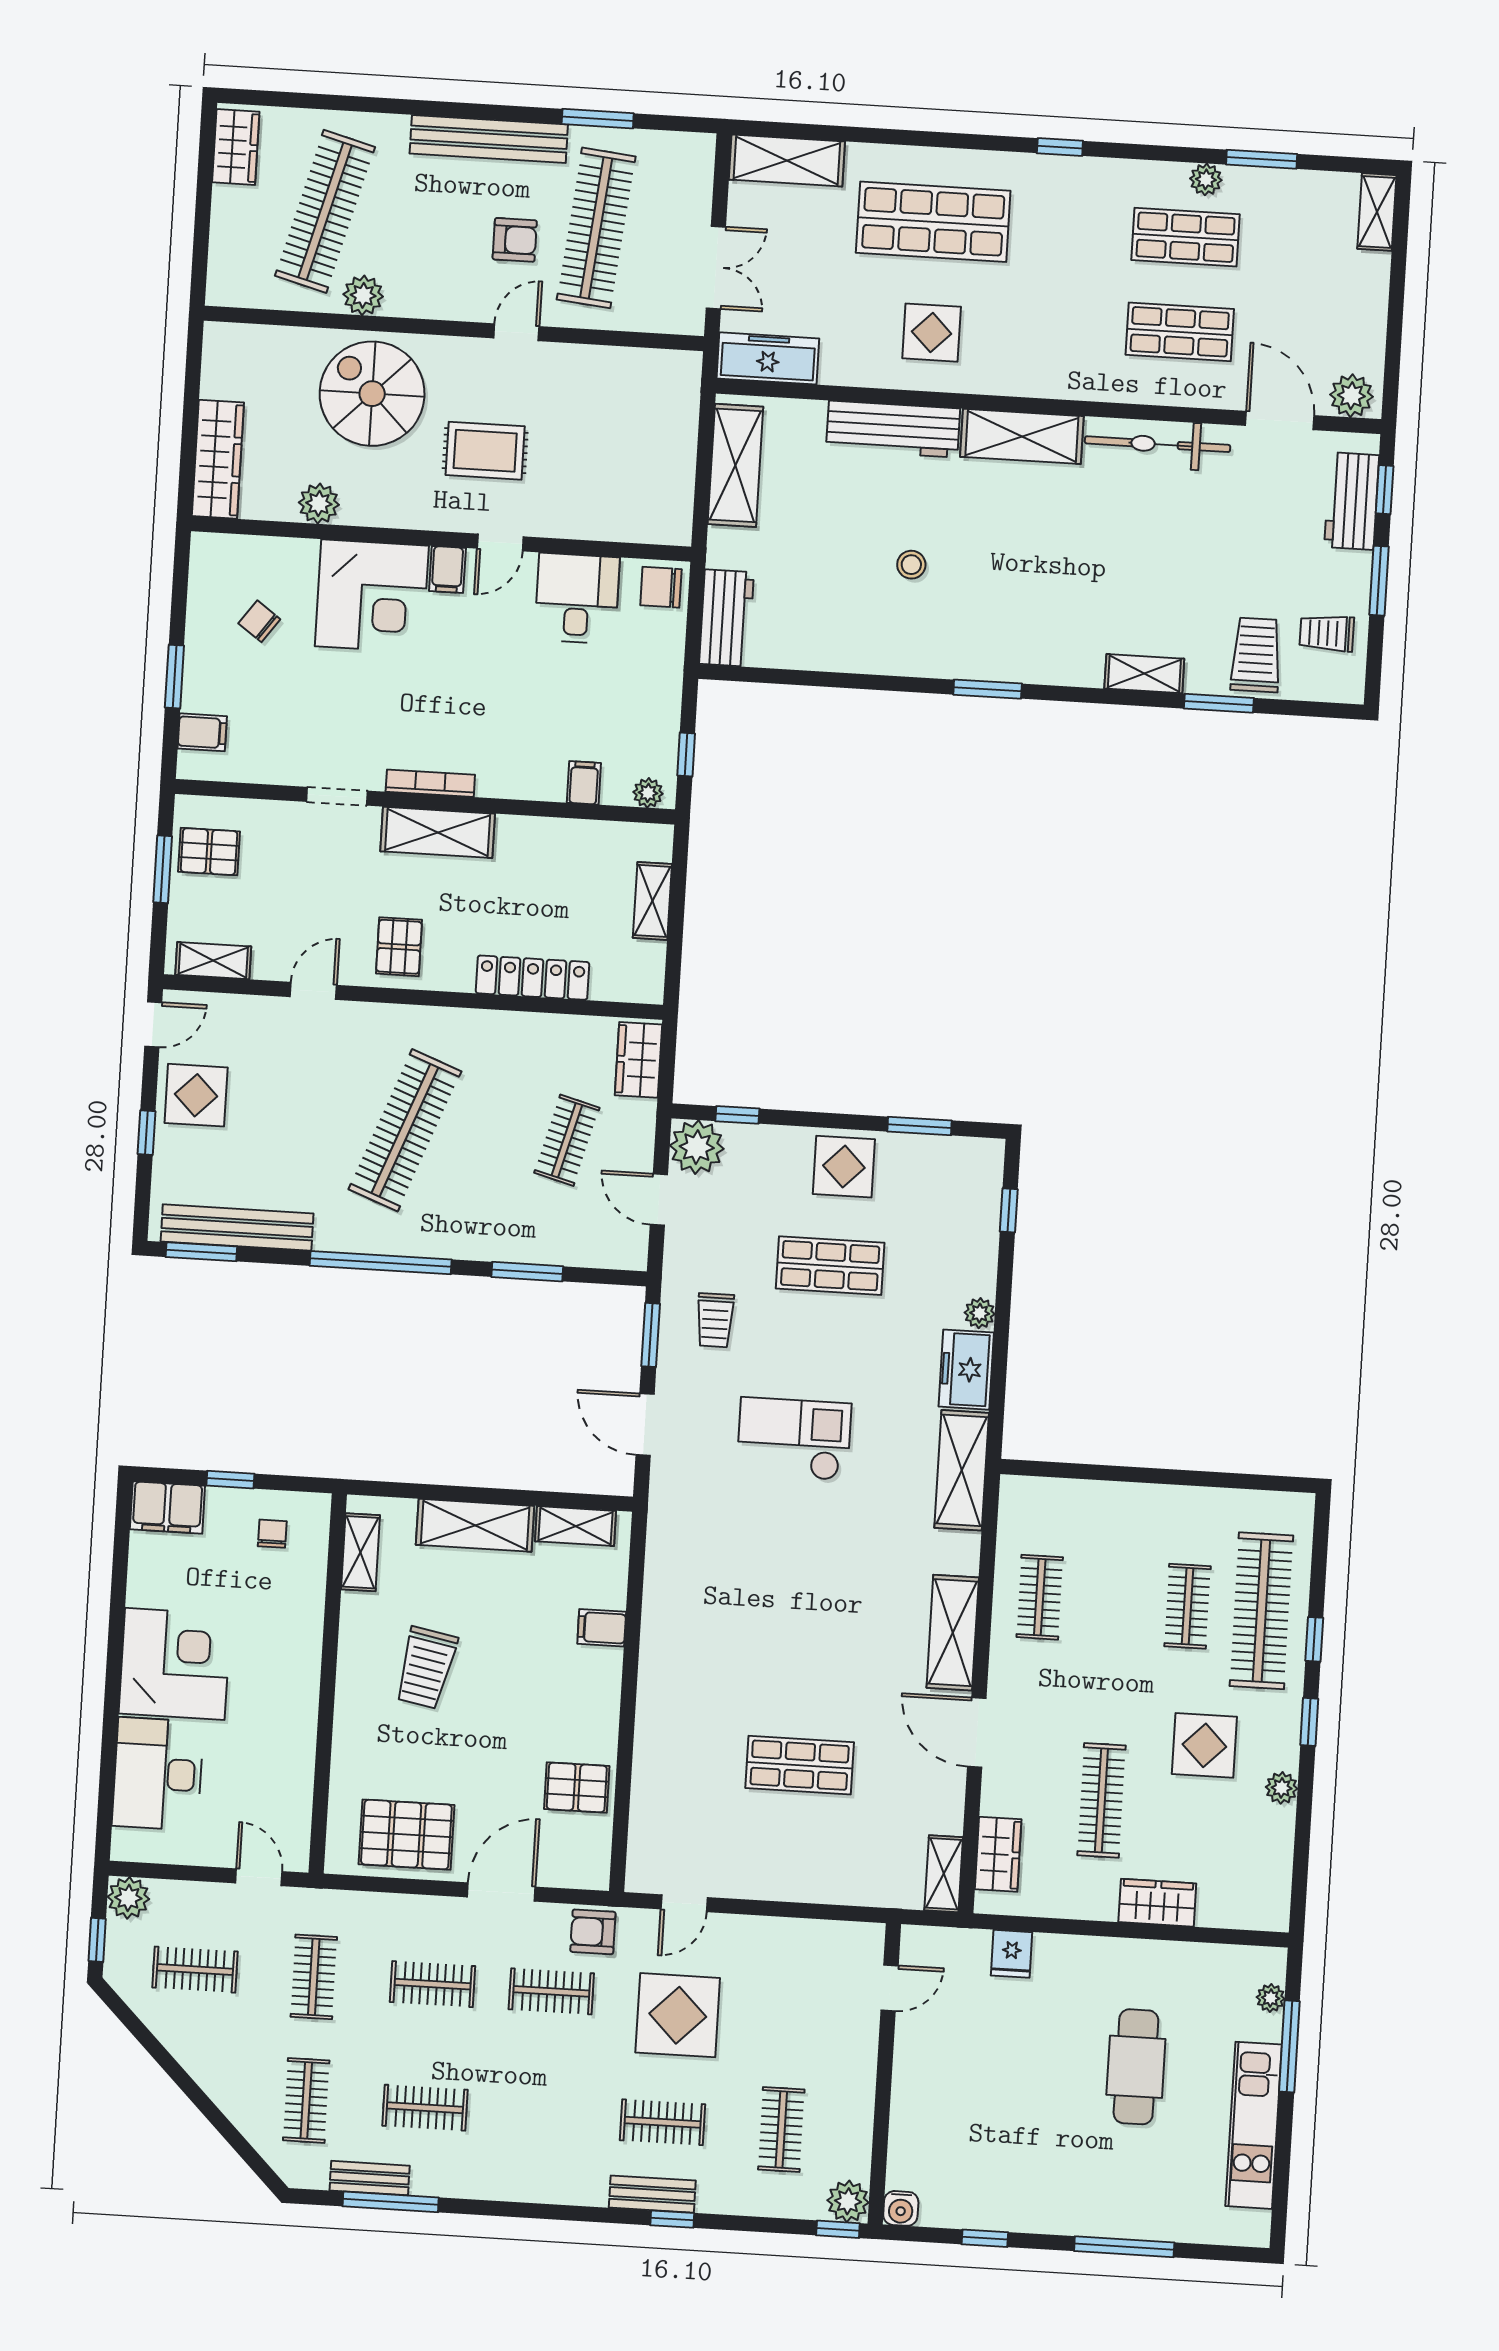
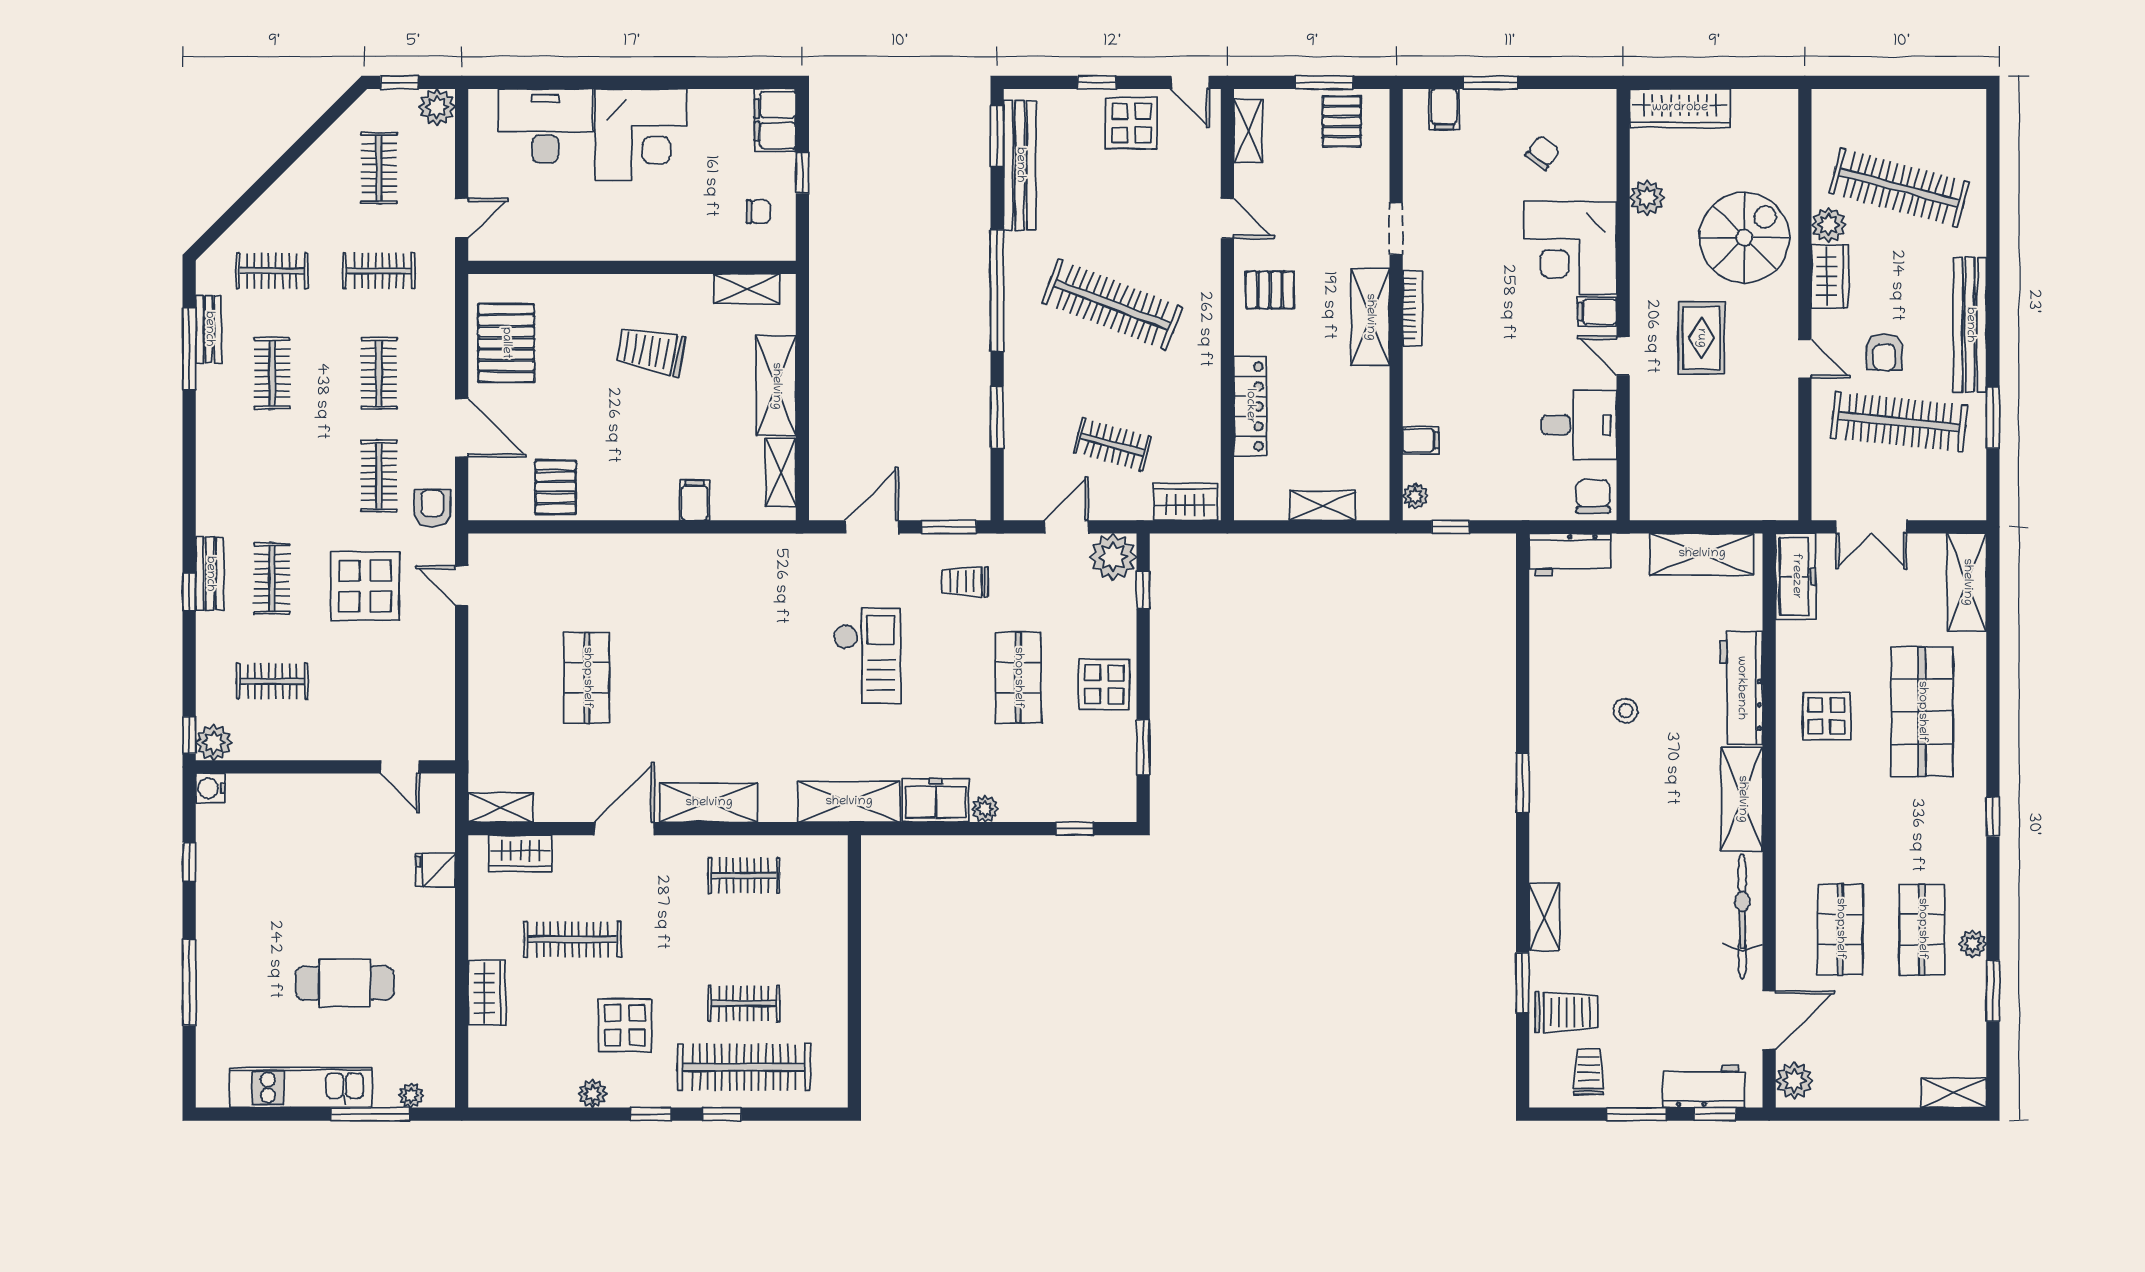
wardrobe: (236, 147) -> (1830, 276), moved, turned -90

